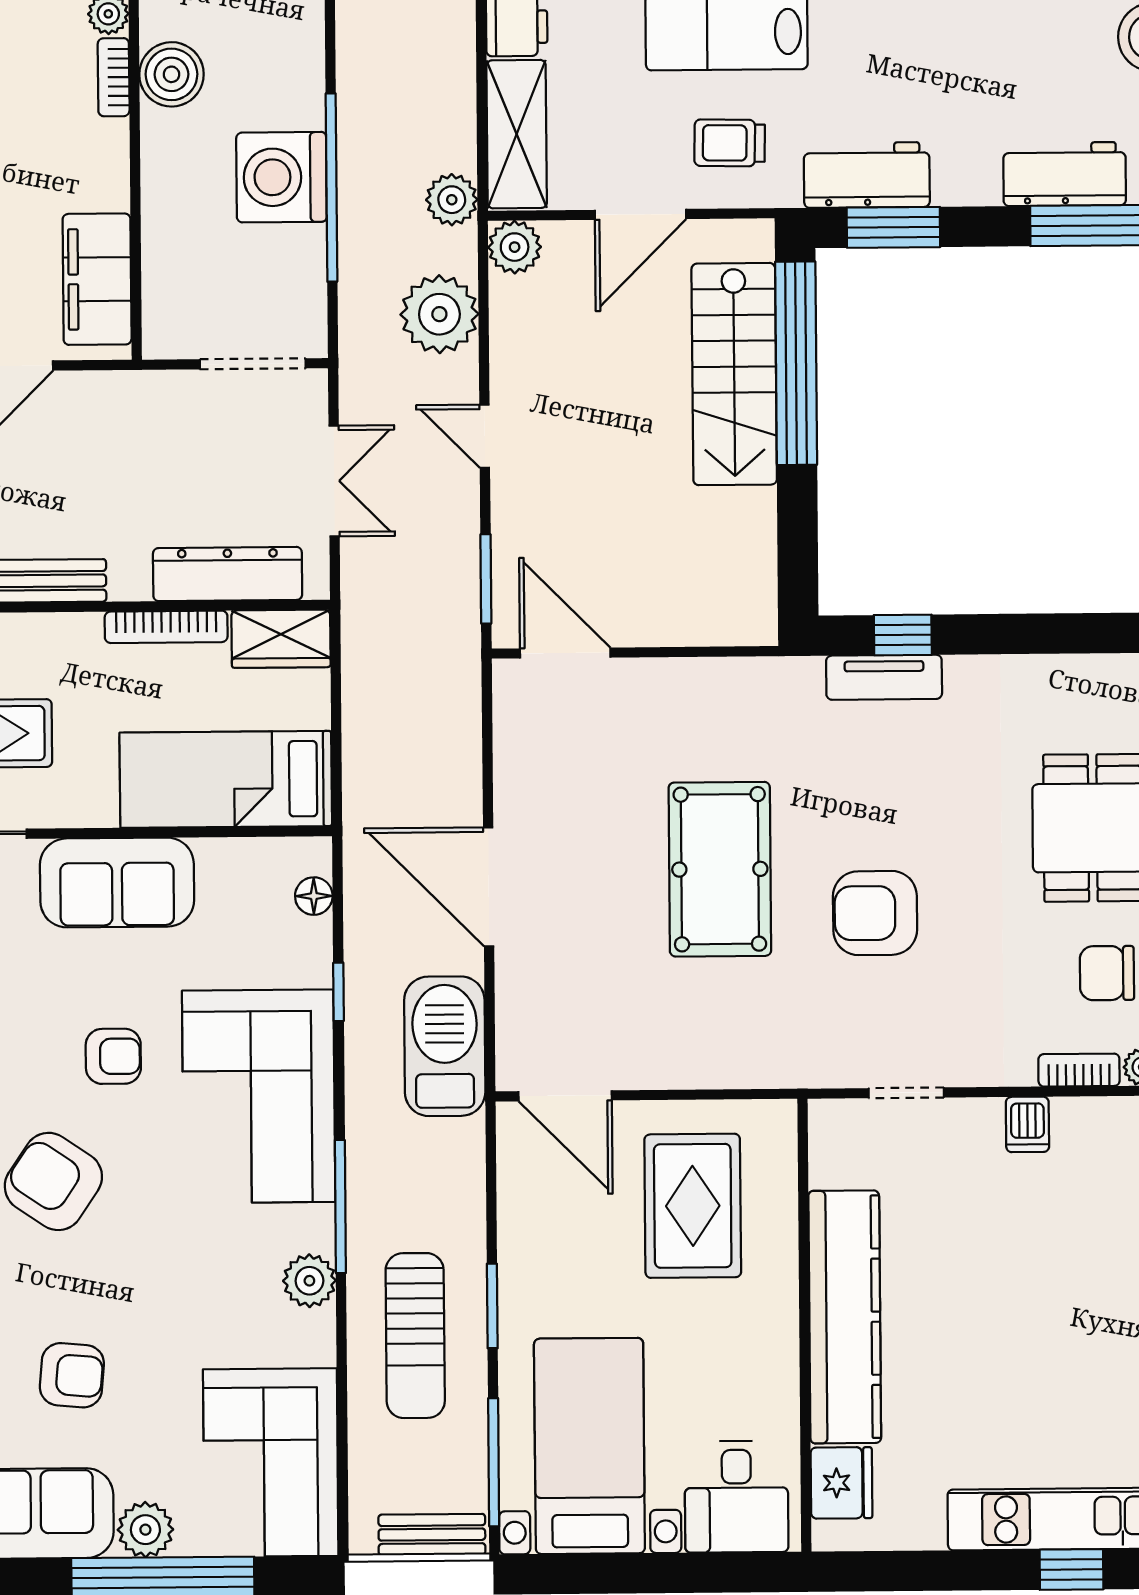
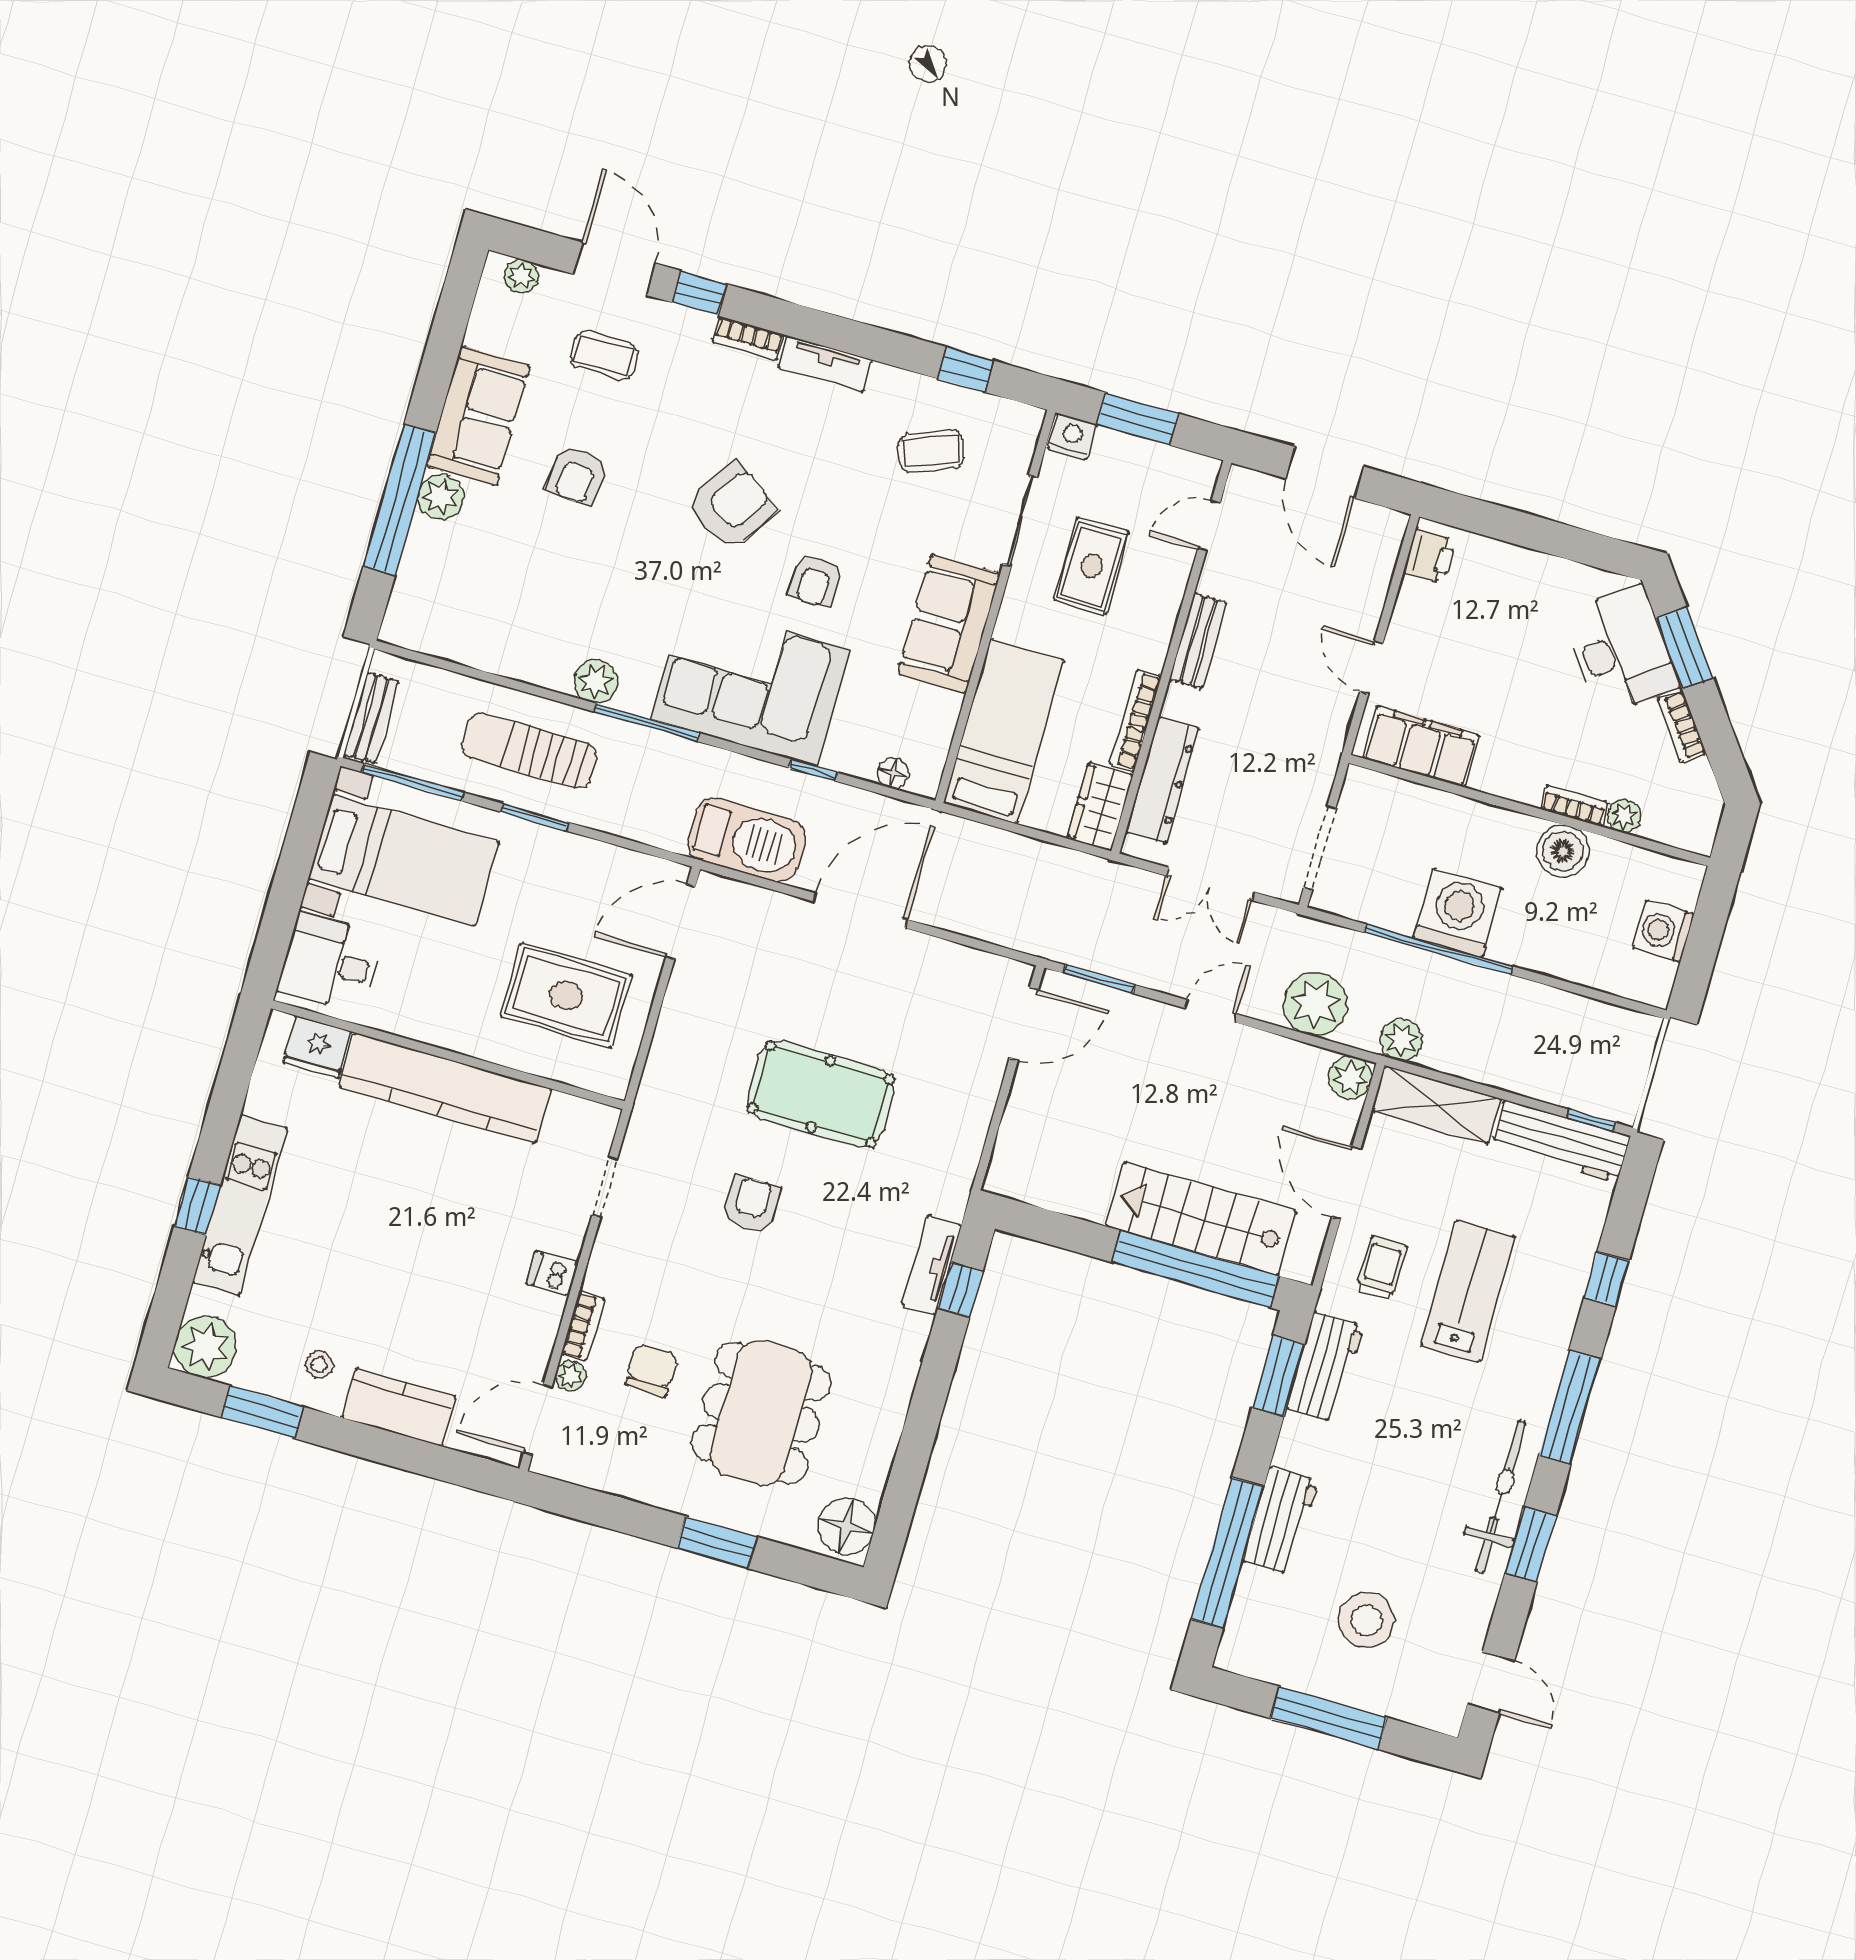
armchair: (875, 913) -> (751, 1204), width x0.72, depth x0.72
corner sofa: (271, 1463) -> (464, 609), removed

